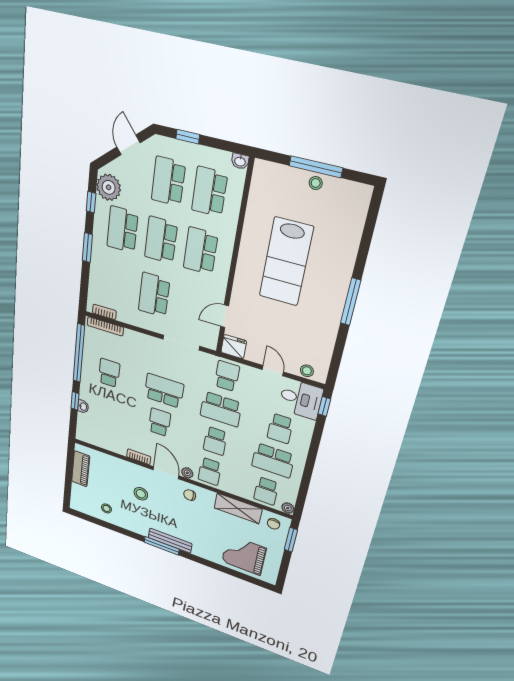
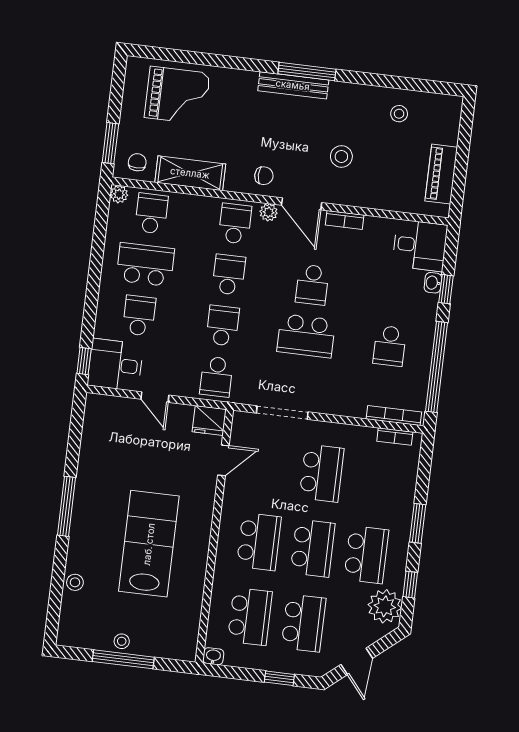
stool: (307, 371) -> (75, 582), moved
school desk: (221, 409) -> (223, 326), width x0.54
desk: (92, 431) -> (420, 245), added

